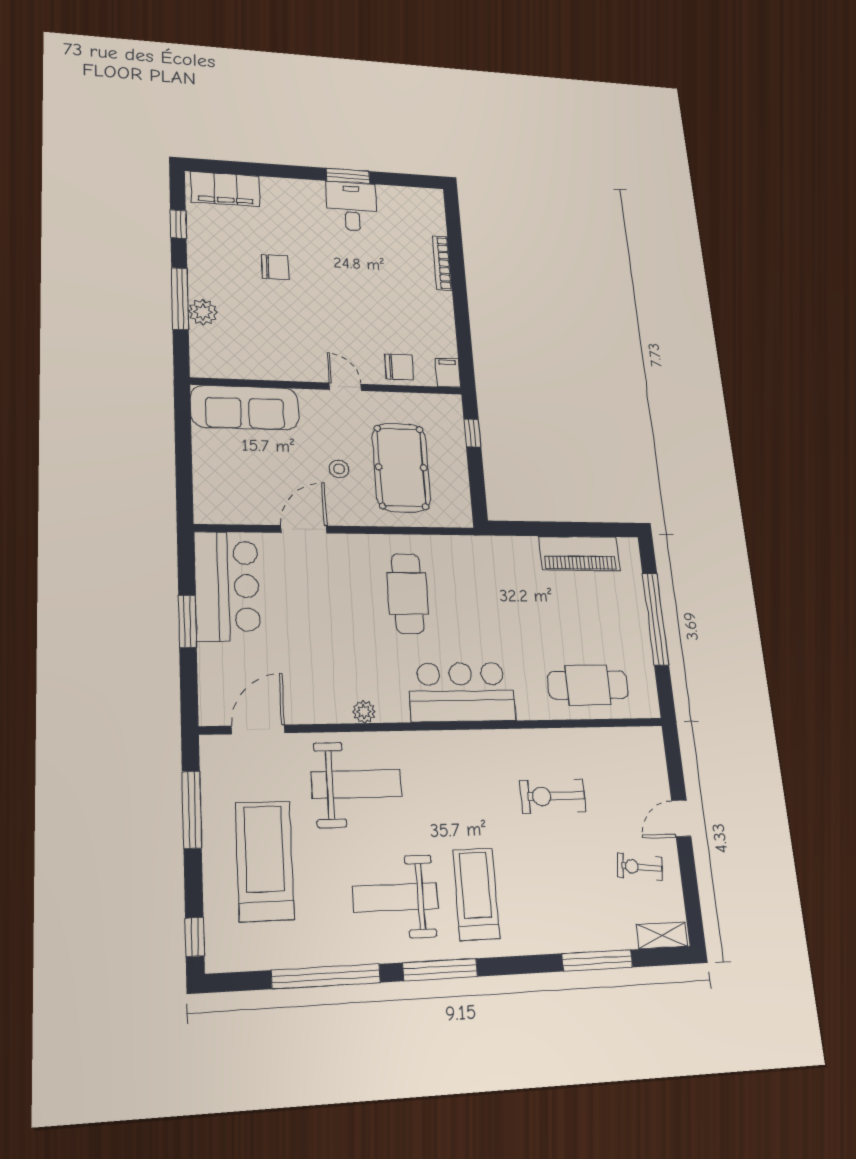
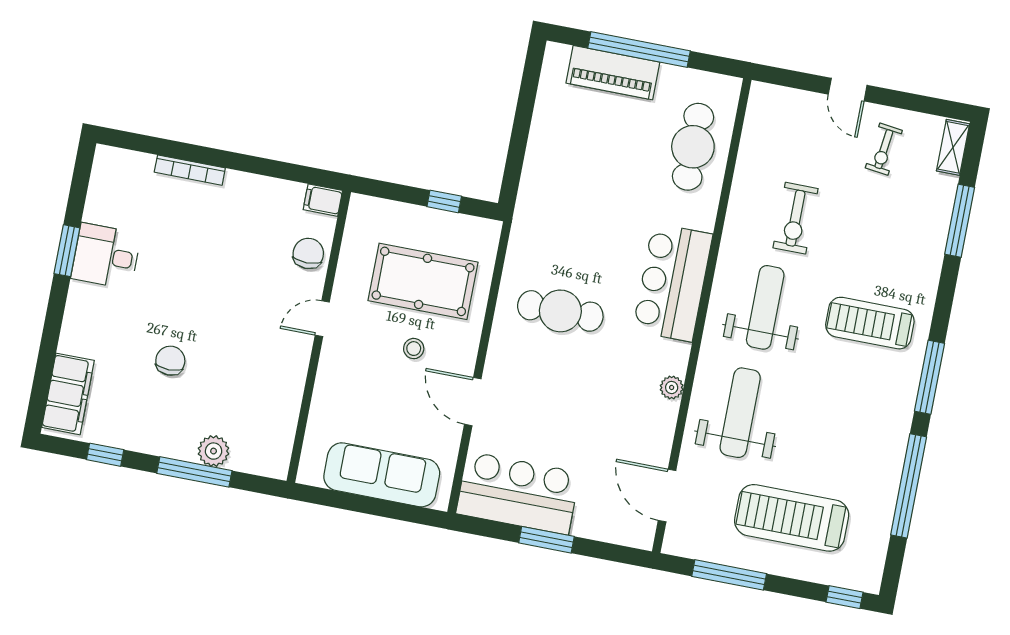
sofa: (245, 408) -> (382, 475), moved, turned -90
window: (472, 433) -> (444, 201), moved
piano: (579, 554) -> (613, 73), moved, turned 90
weight bench: (395, 897) -> (765, 307), moved, turned 180

